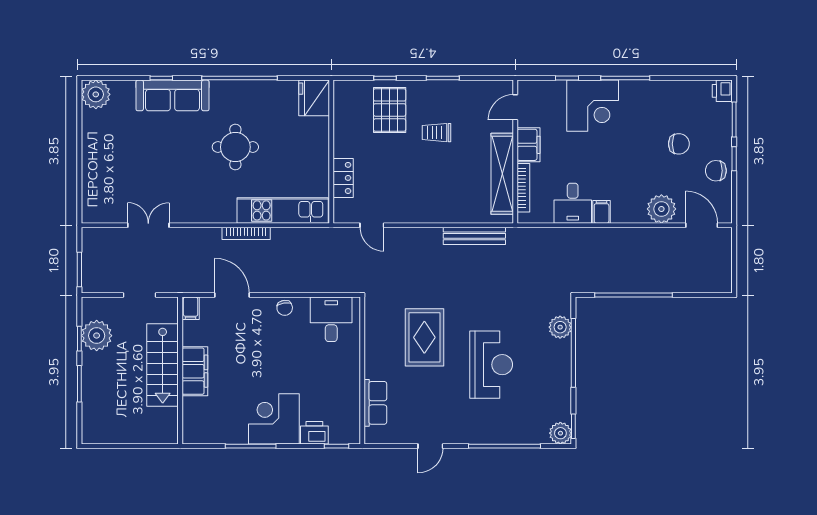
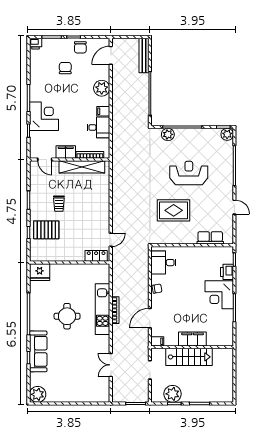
locker: (343, 178) -> (96, 256), moved
plant: (661, 209) -> (102, 88), moved
kitchen unit: (283, 210) -> (103, 309), moved
bench: (474, 236) -> (144, 55), moved

